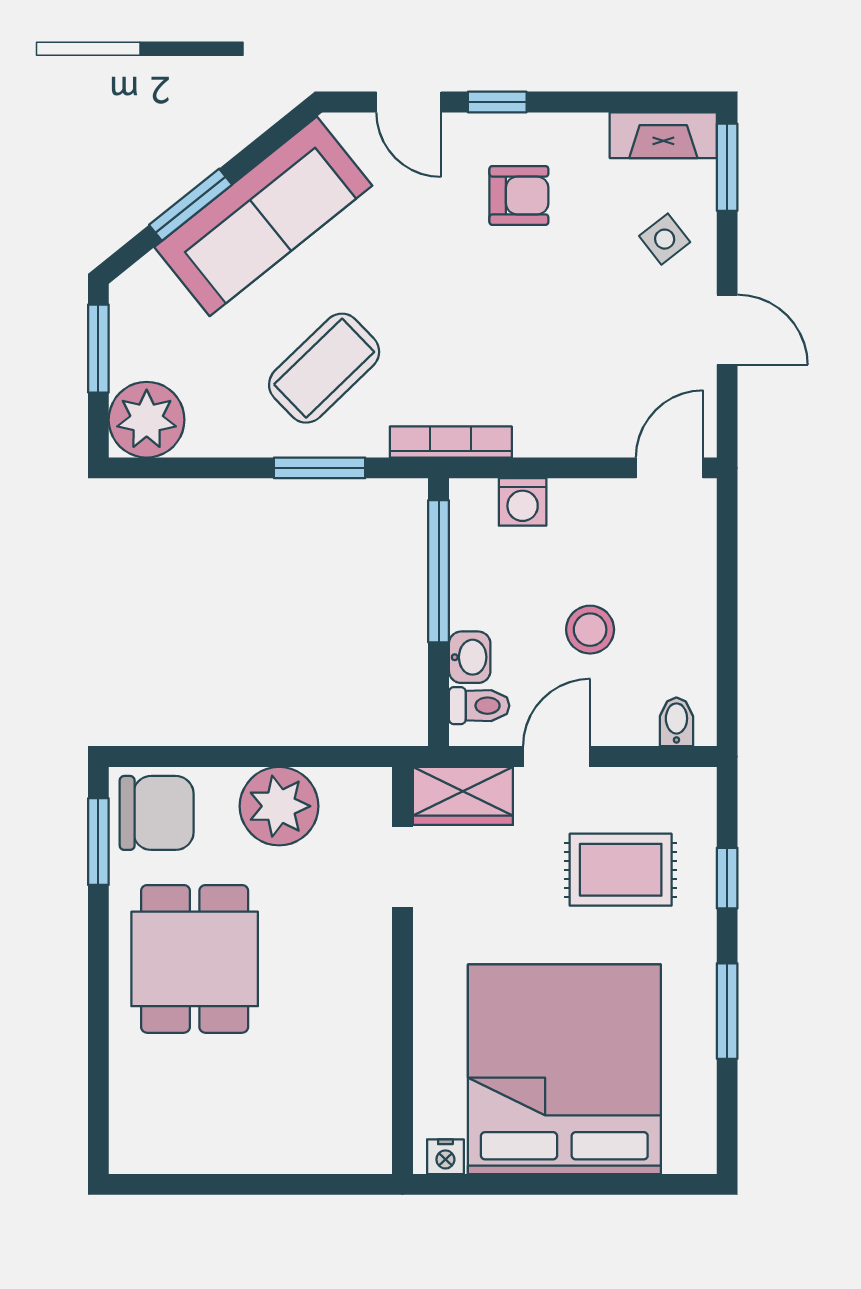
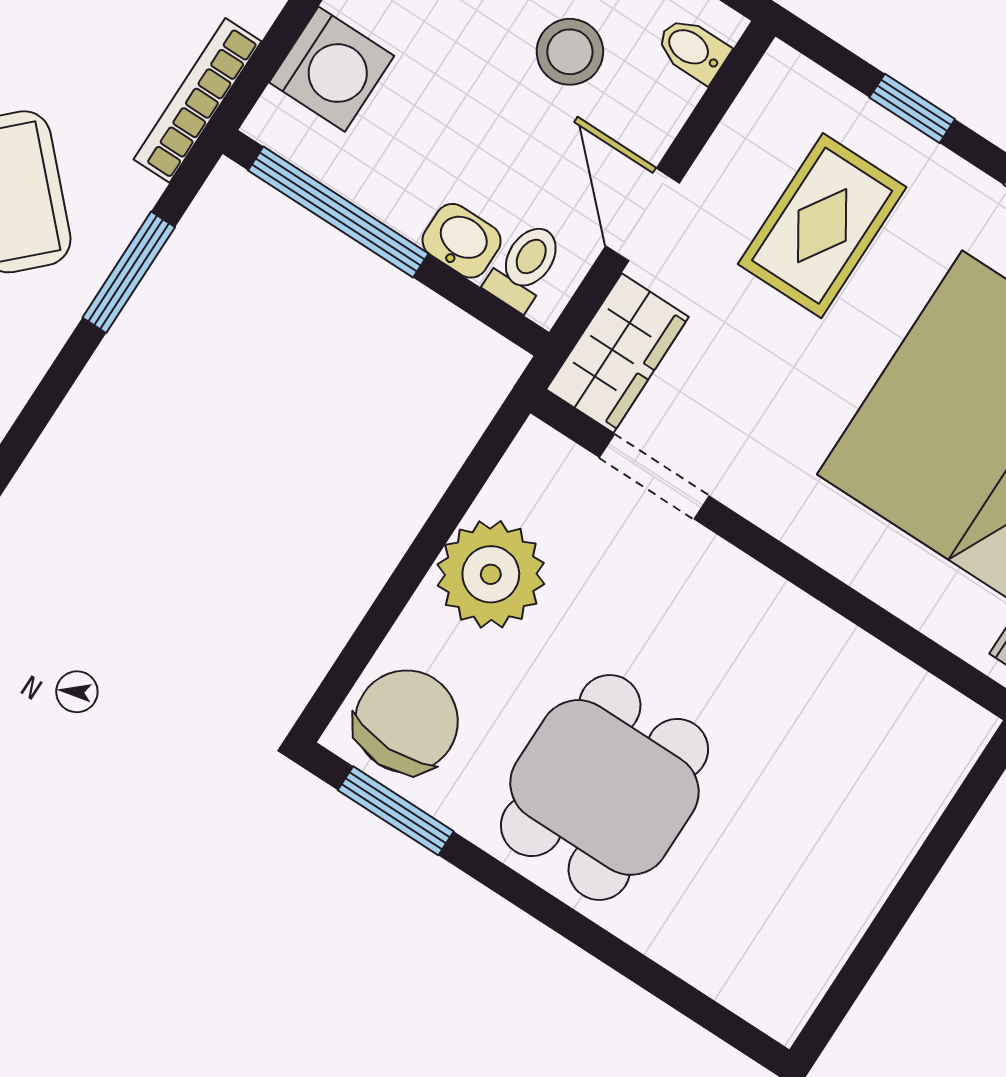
washing machine: (523, 502) -> (332, 69), width x1.38, depth x1.38
stool: (590, 630) -> (570, 52), moved
dining table: (195, 959) -> (604, 787), turned 90

